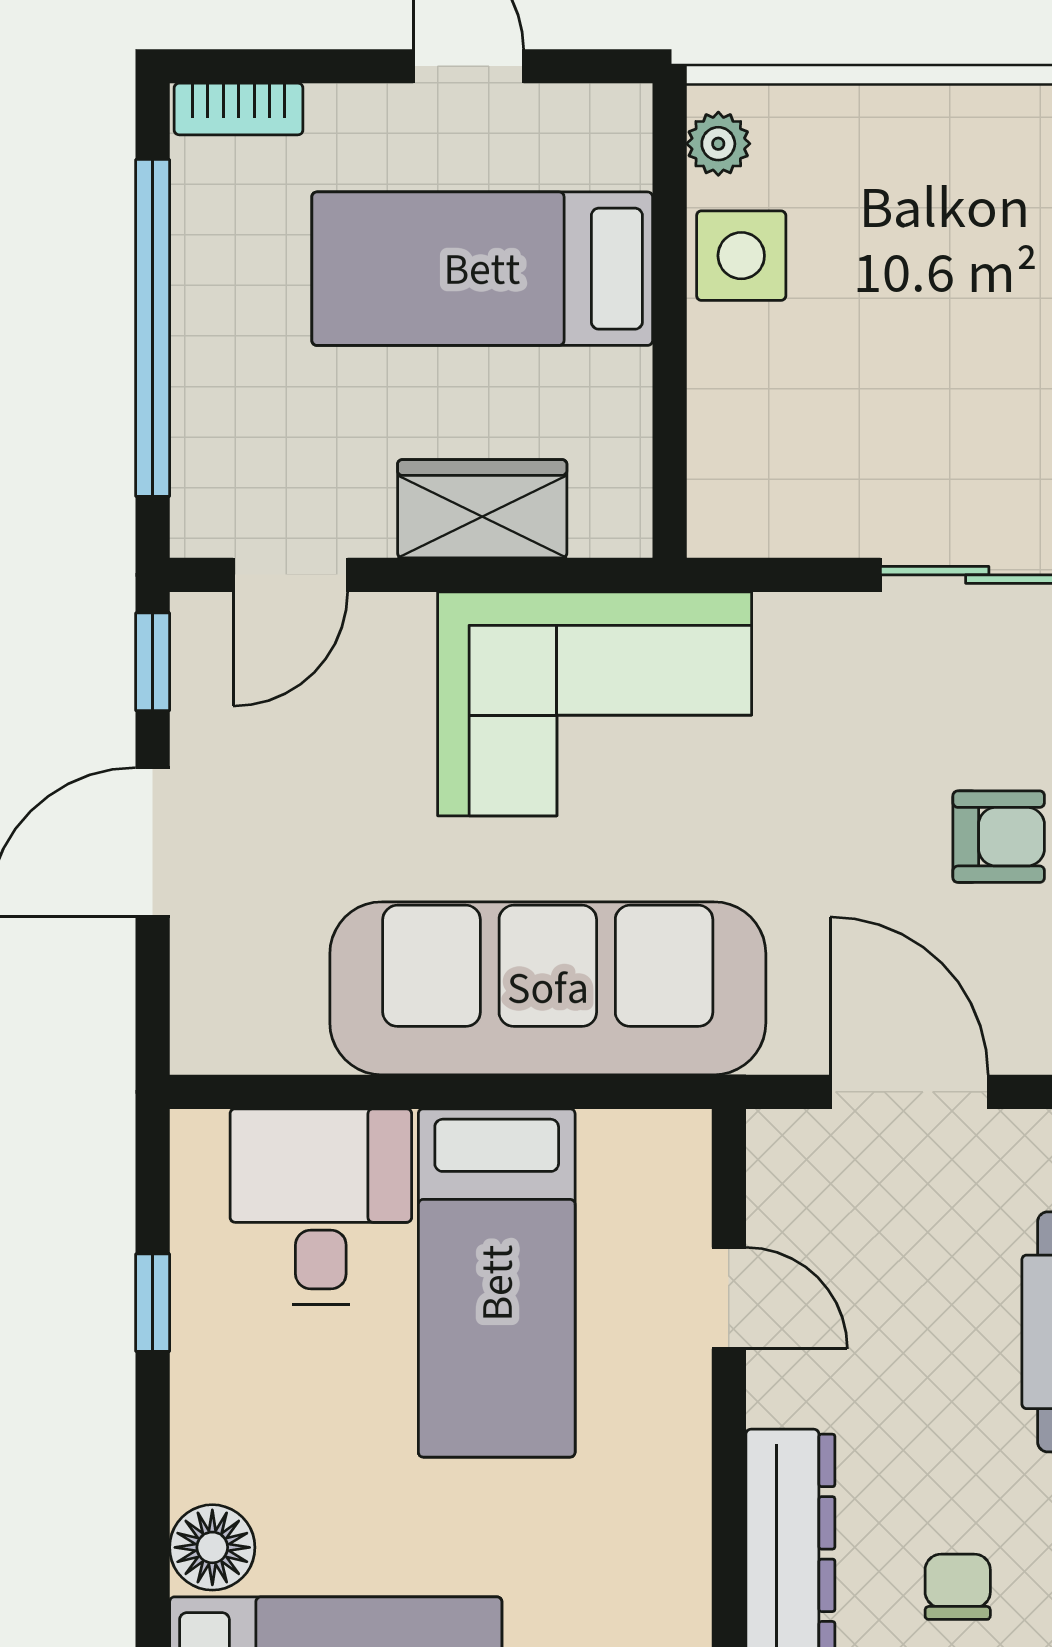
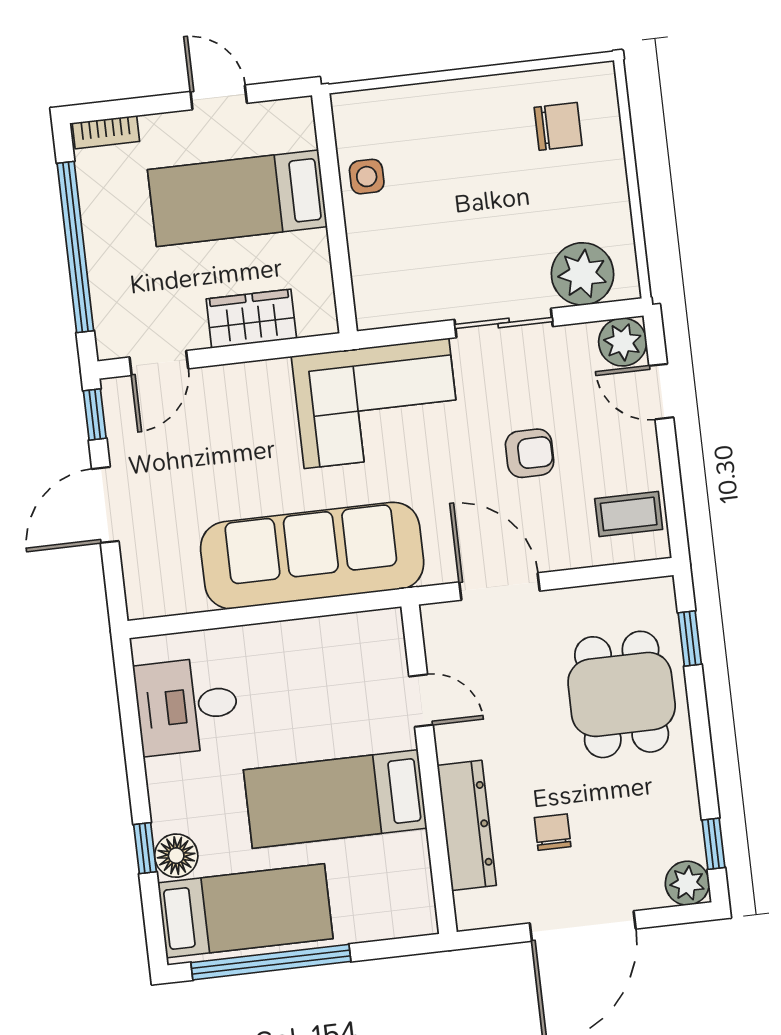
plant: (718, 144) -> (349, 122), removed
side table: (741, 256) -> (367, 177), width x0.73, depth x0.73
corner sofa: (595, 704) -> (376, 403), moved
desk: (321, 1207) -> (187, 706), moved, turned -90
bed: (497, 1283) -> (335, 799), moved, turned 90
window: (153, 1303) -> (145, 848), moved

